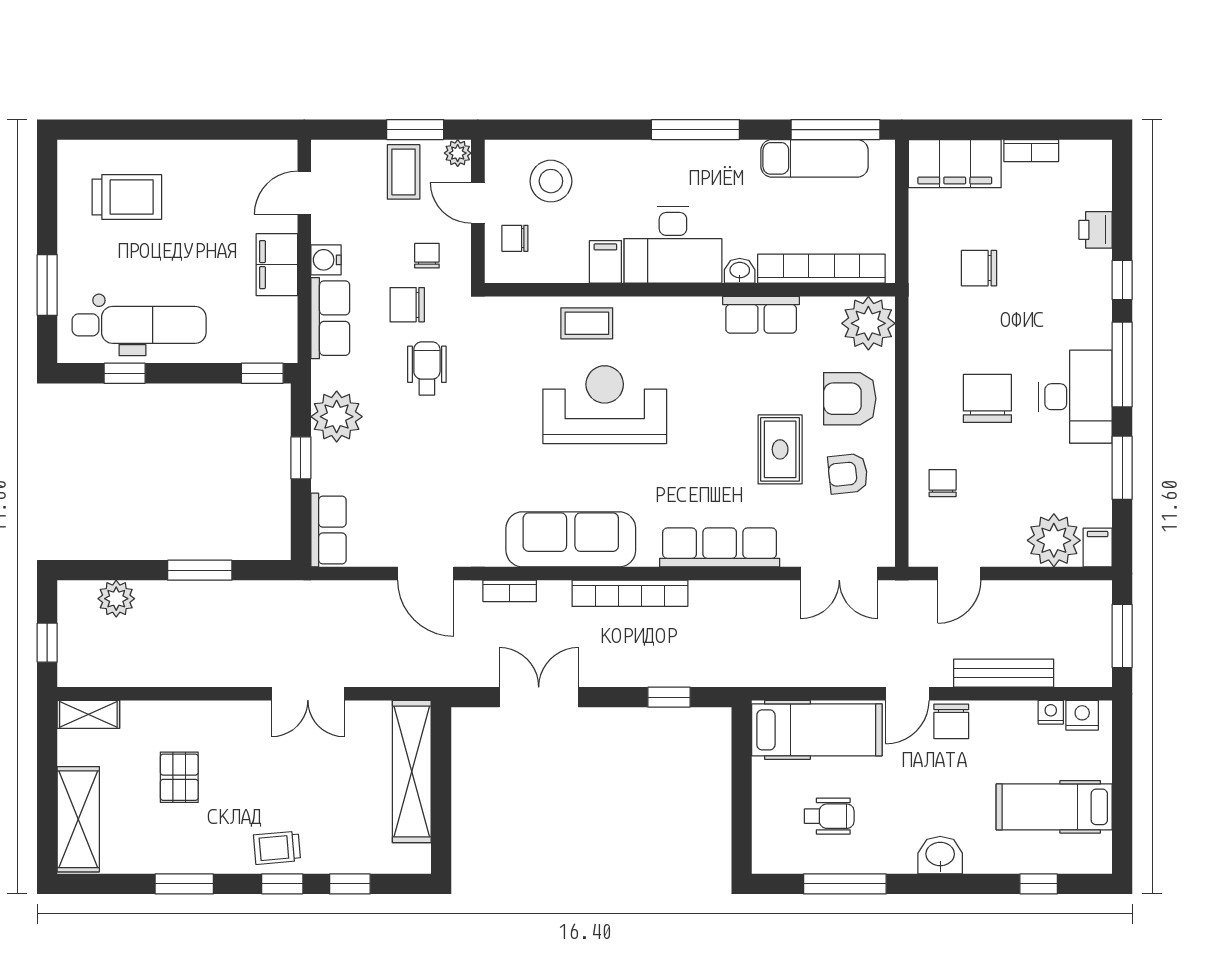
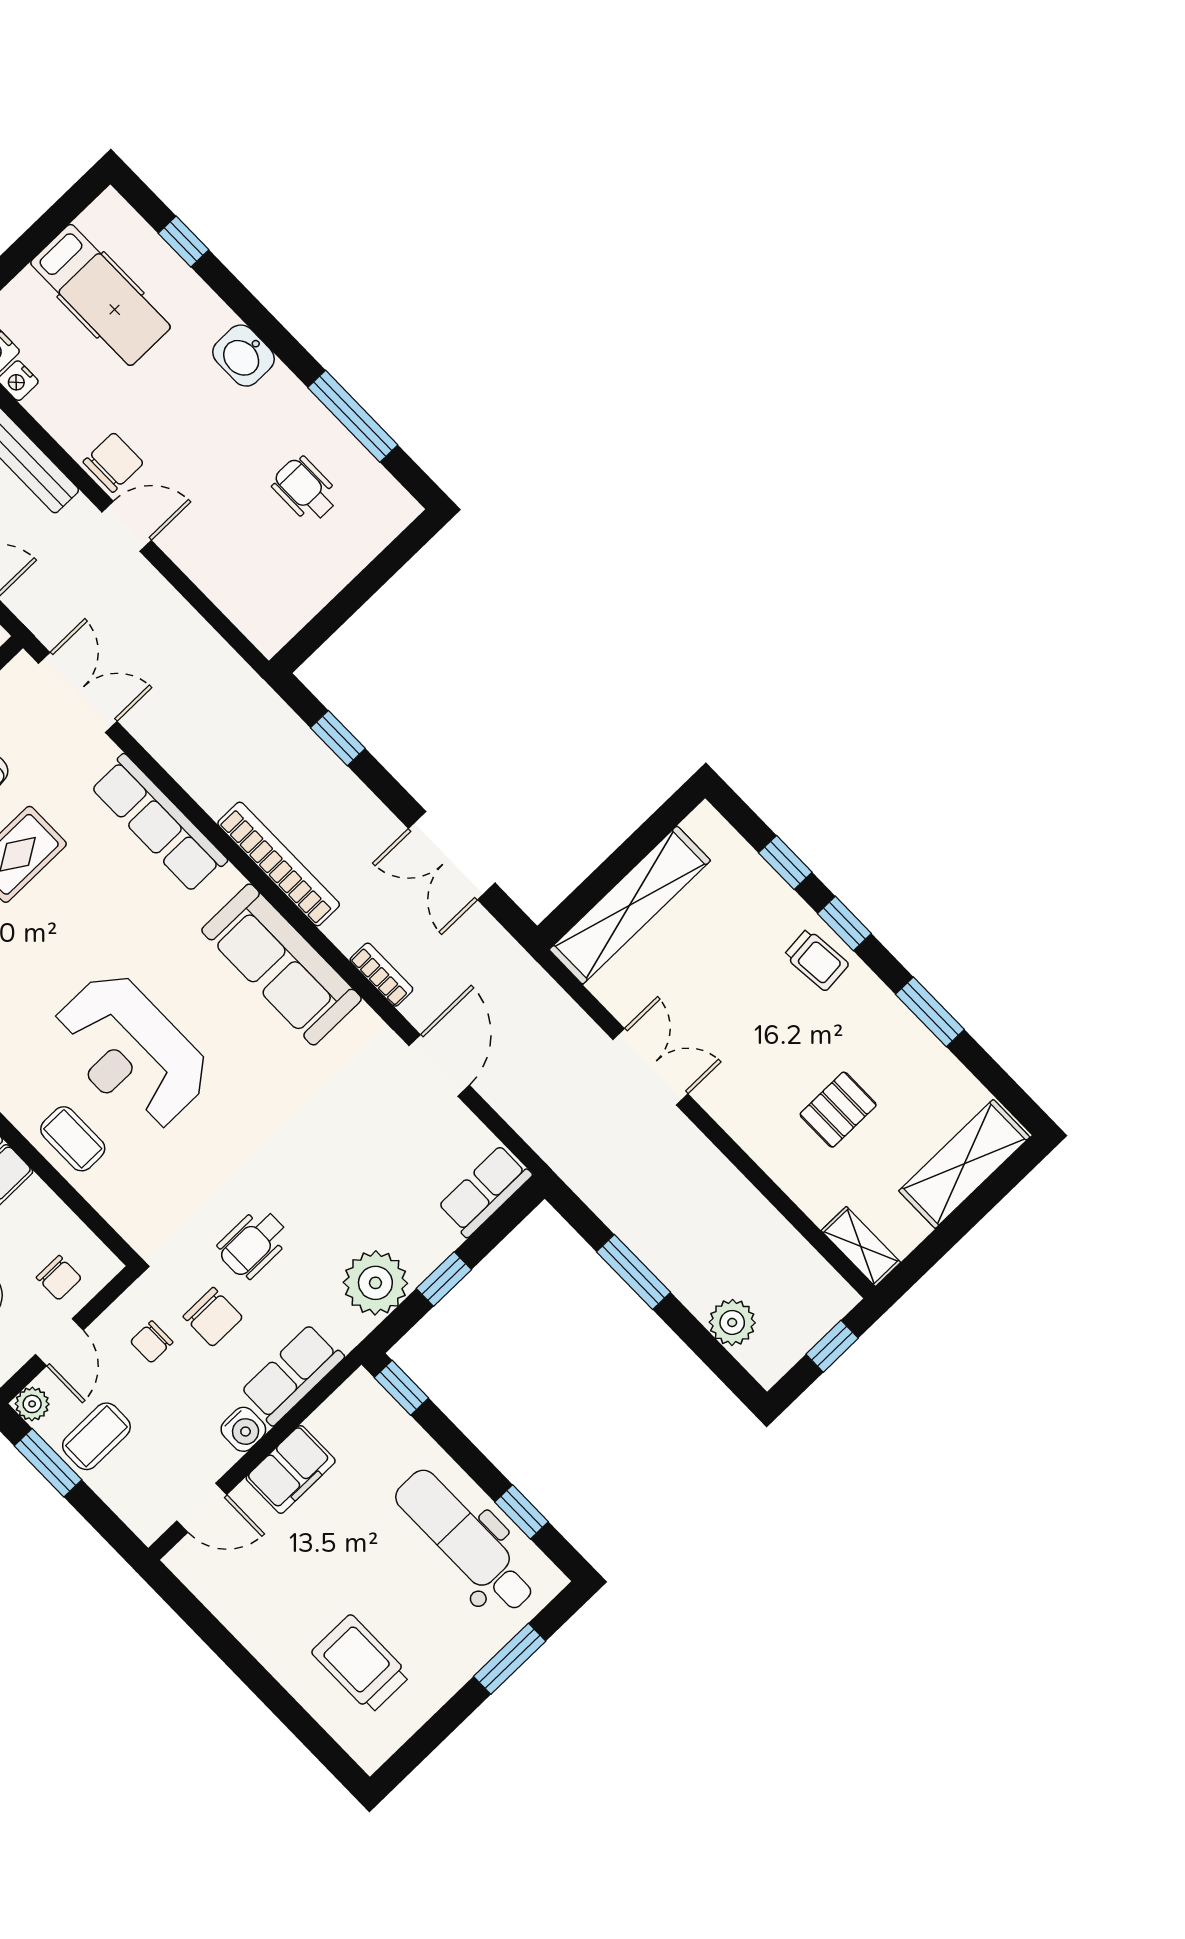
hospital bed: (817, 730) -> (238, 576), removed

